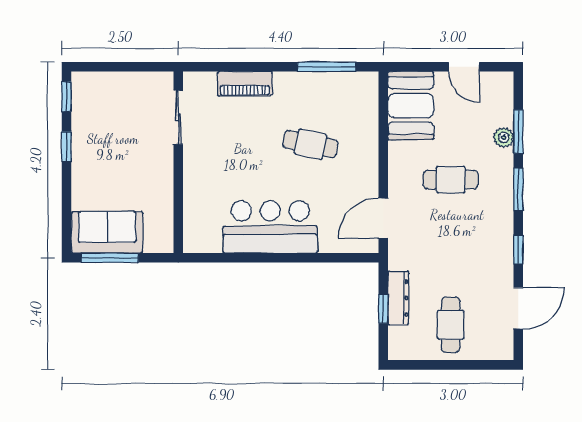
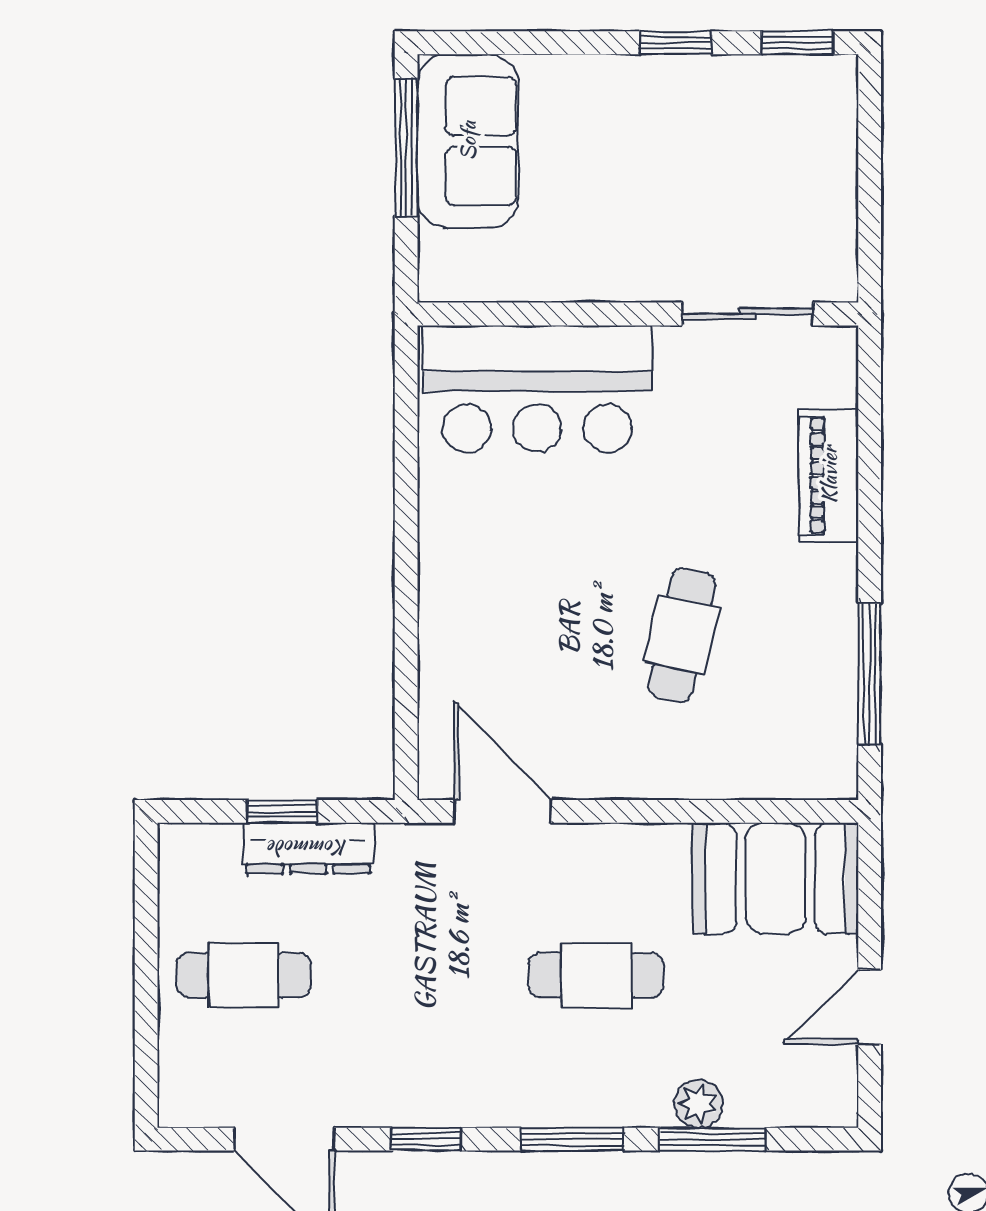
cafe table: (451, 180) -> (596, 975), turned 90
bar counter: (270, 227) -> (537, 389), moved, turned 90

